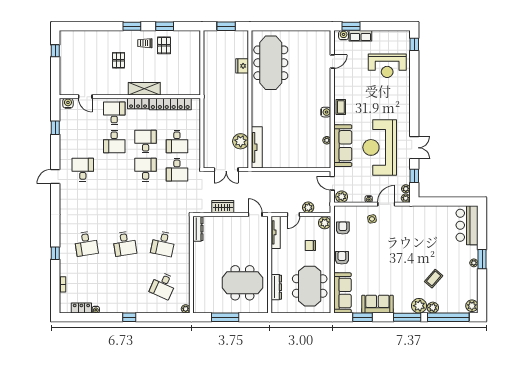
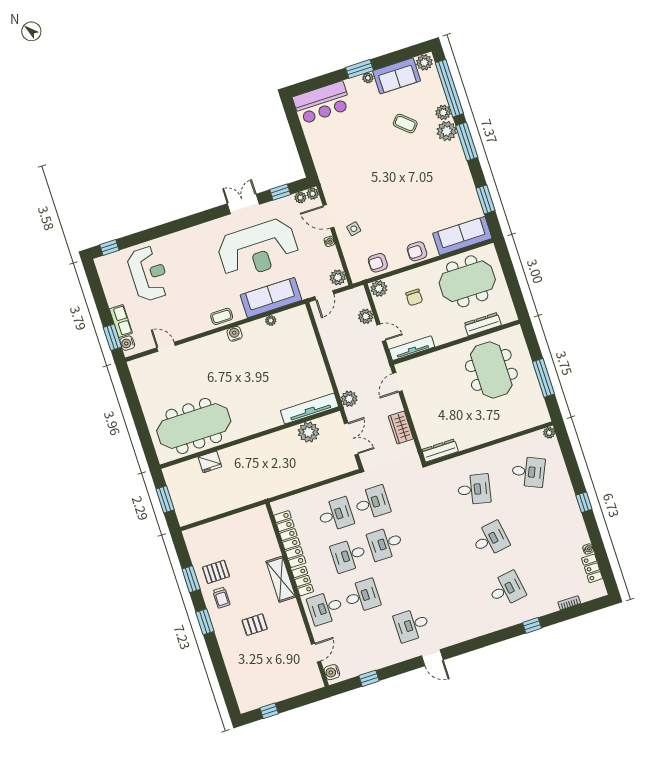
plant: (255, 177) -> (349, 399), added
sofa: (377, 304) -> (397, 76), moved, turned -90

